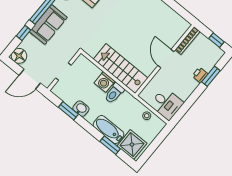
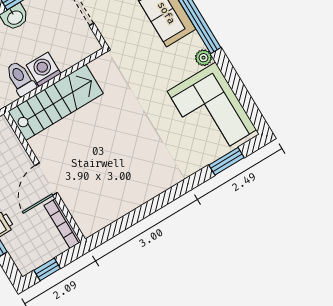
door: (166, 59) -> (46, 179), swing flipped

